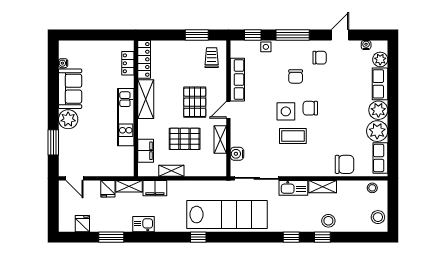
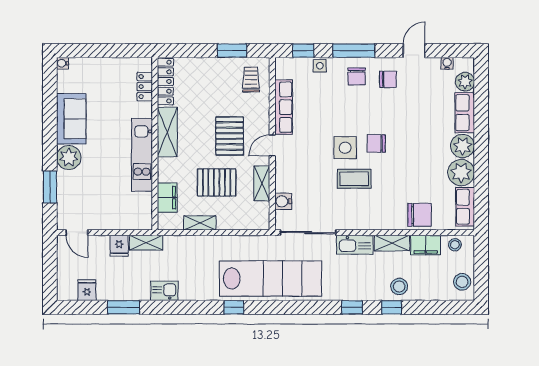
water cooler: (63, 63) -> (62, 63), moved
chair: (296, 76) -> (357, 76), moved
filing cabinet: (155, 188) -> (426, 245), moved

